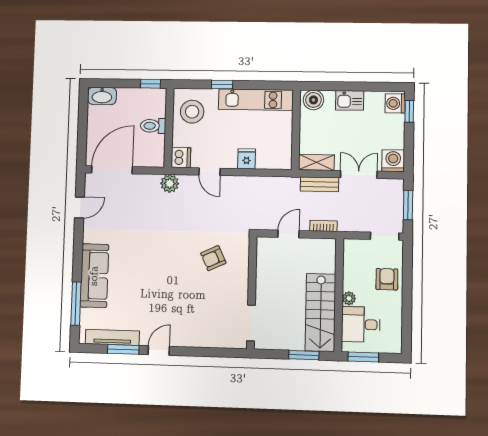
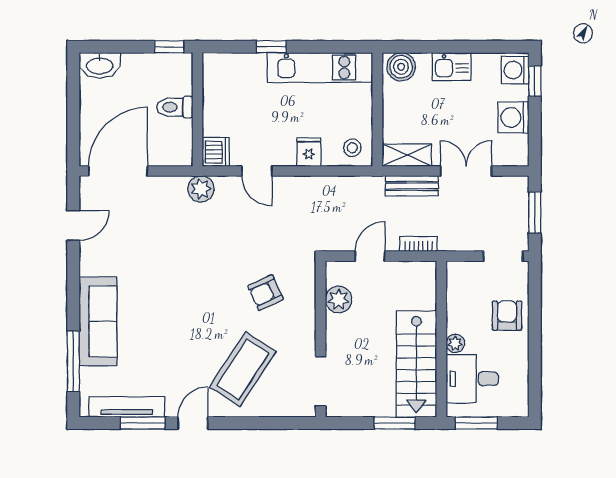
stool: (192, 112) -> (352, 148), moved, width x0.53, depth x0.53
washing machine: (393, 161) -> (513, 117), moved, turned -90
plant: (265, 264) -> (339, 300), added
coffee table: (196, 313) -> (243, 369), added

